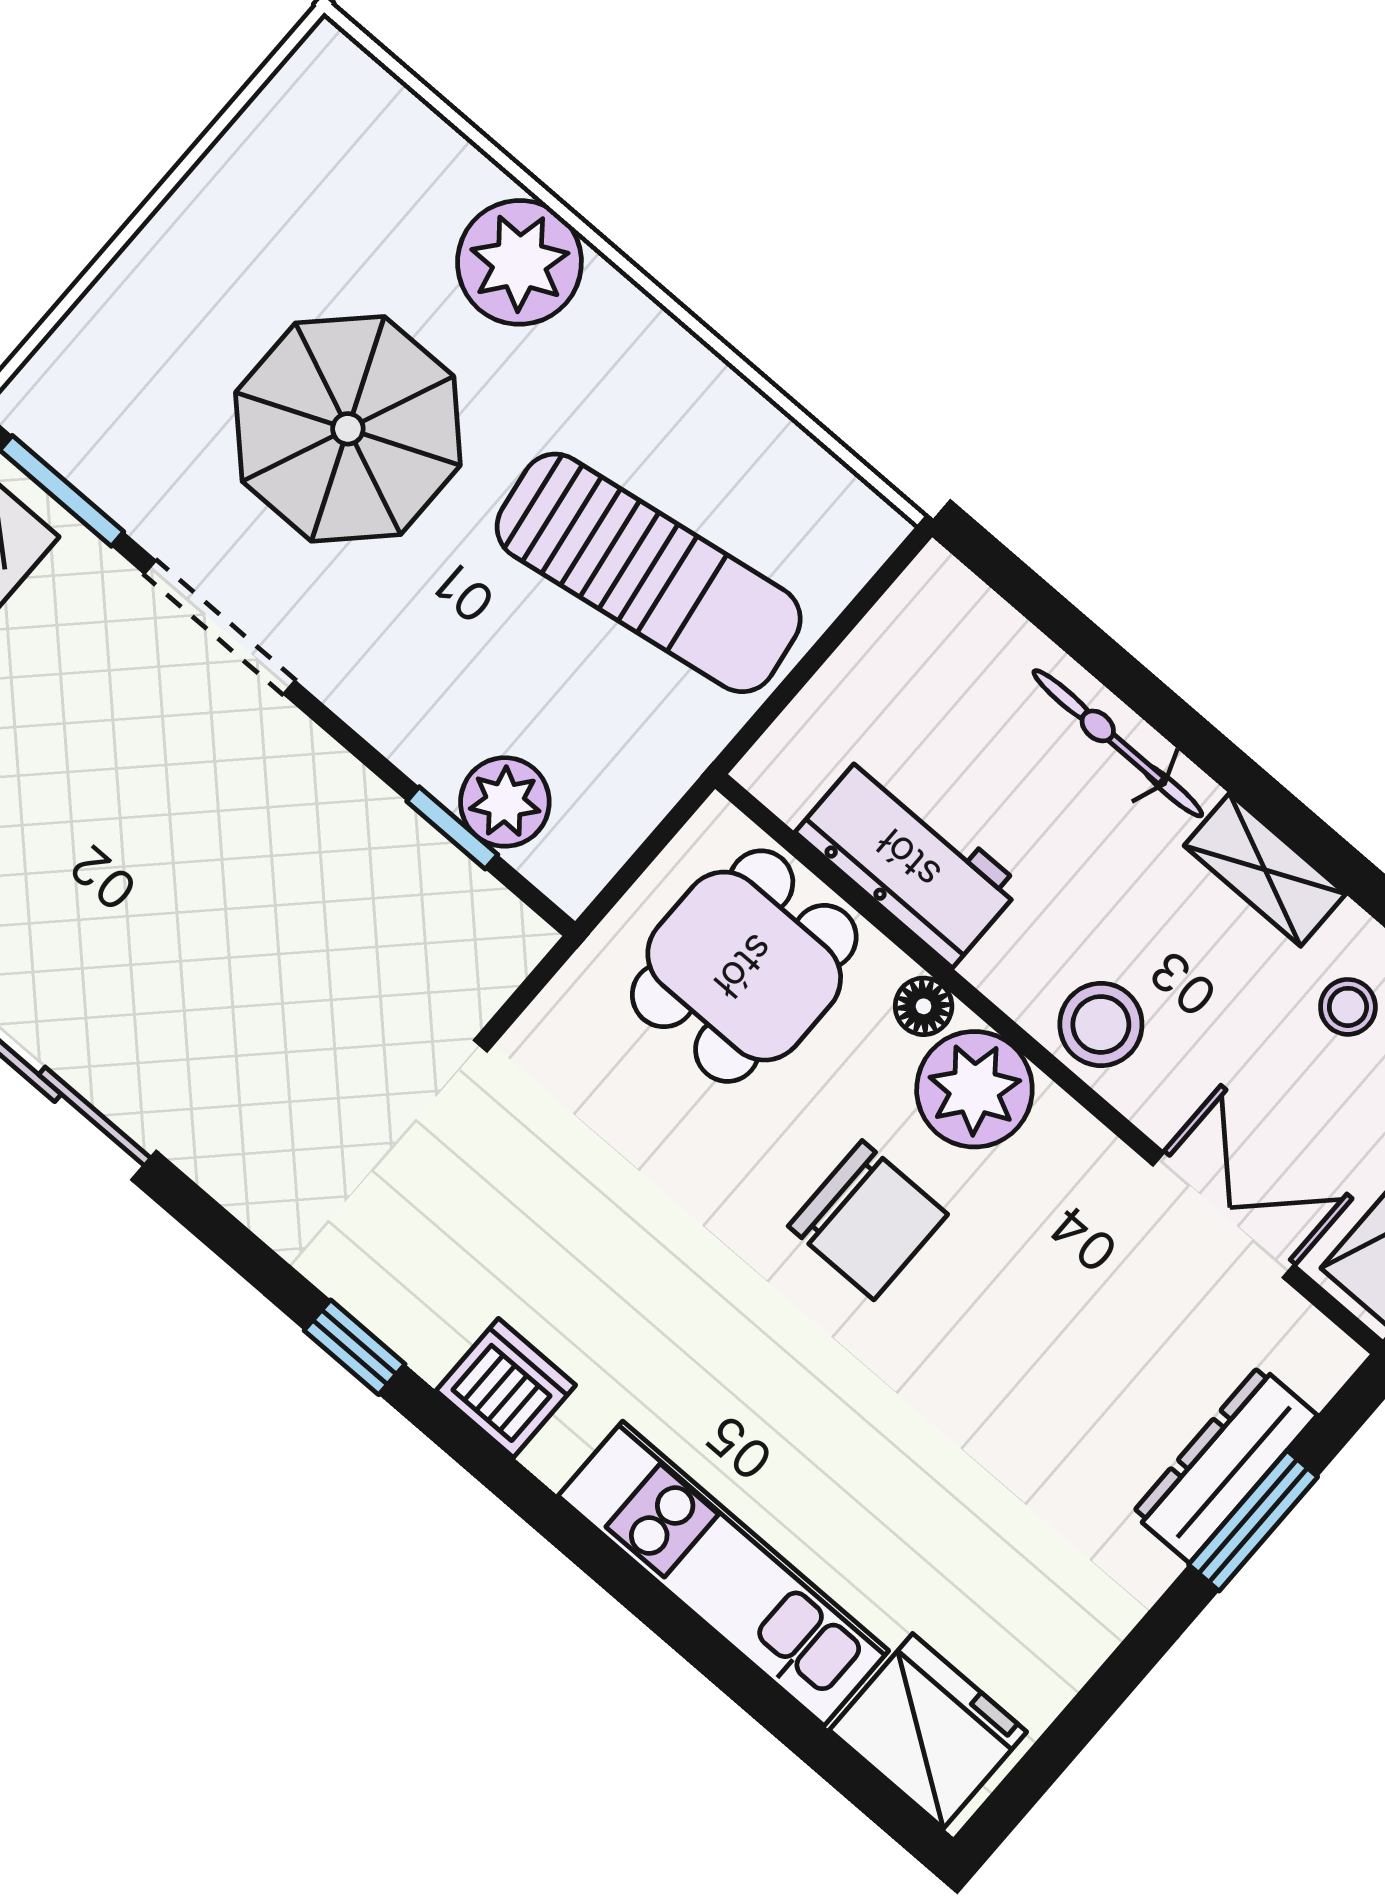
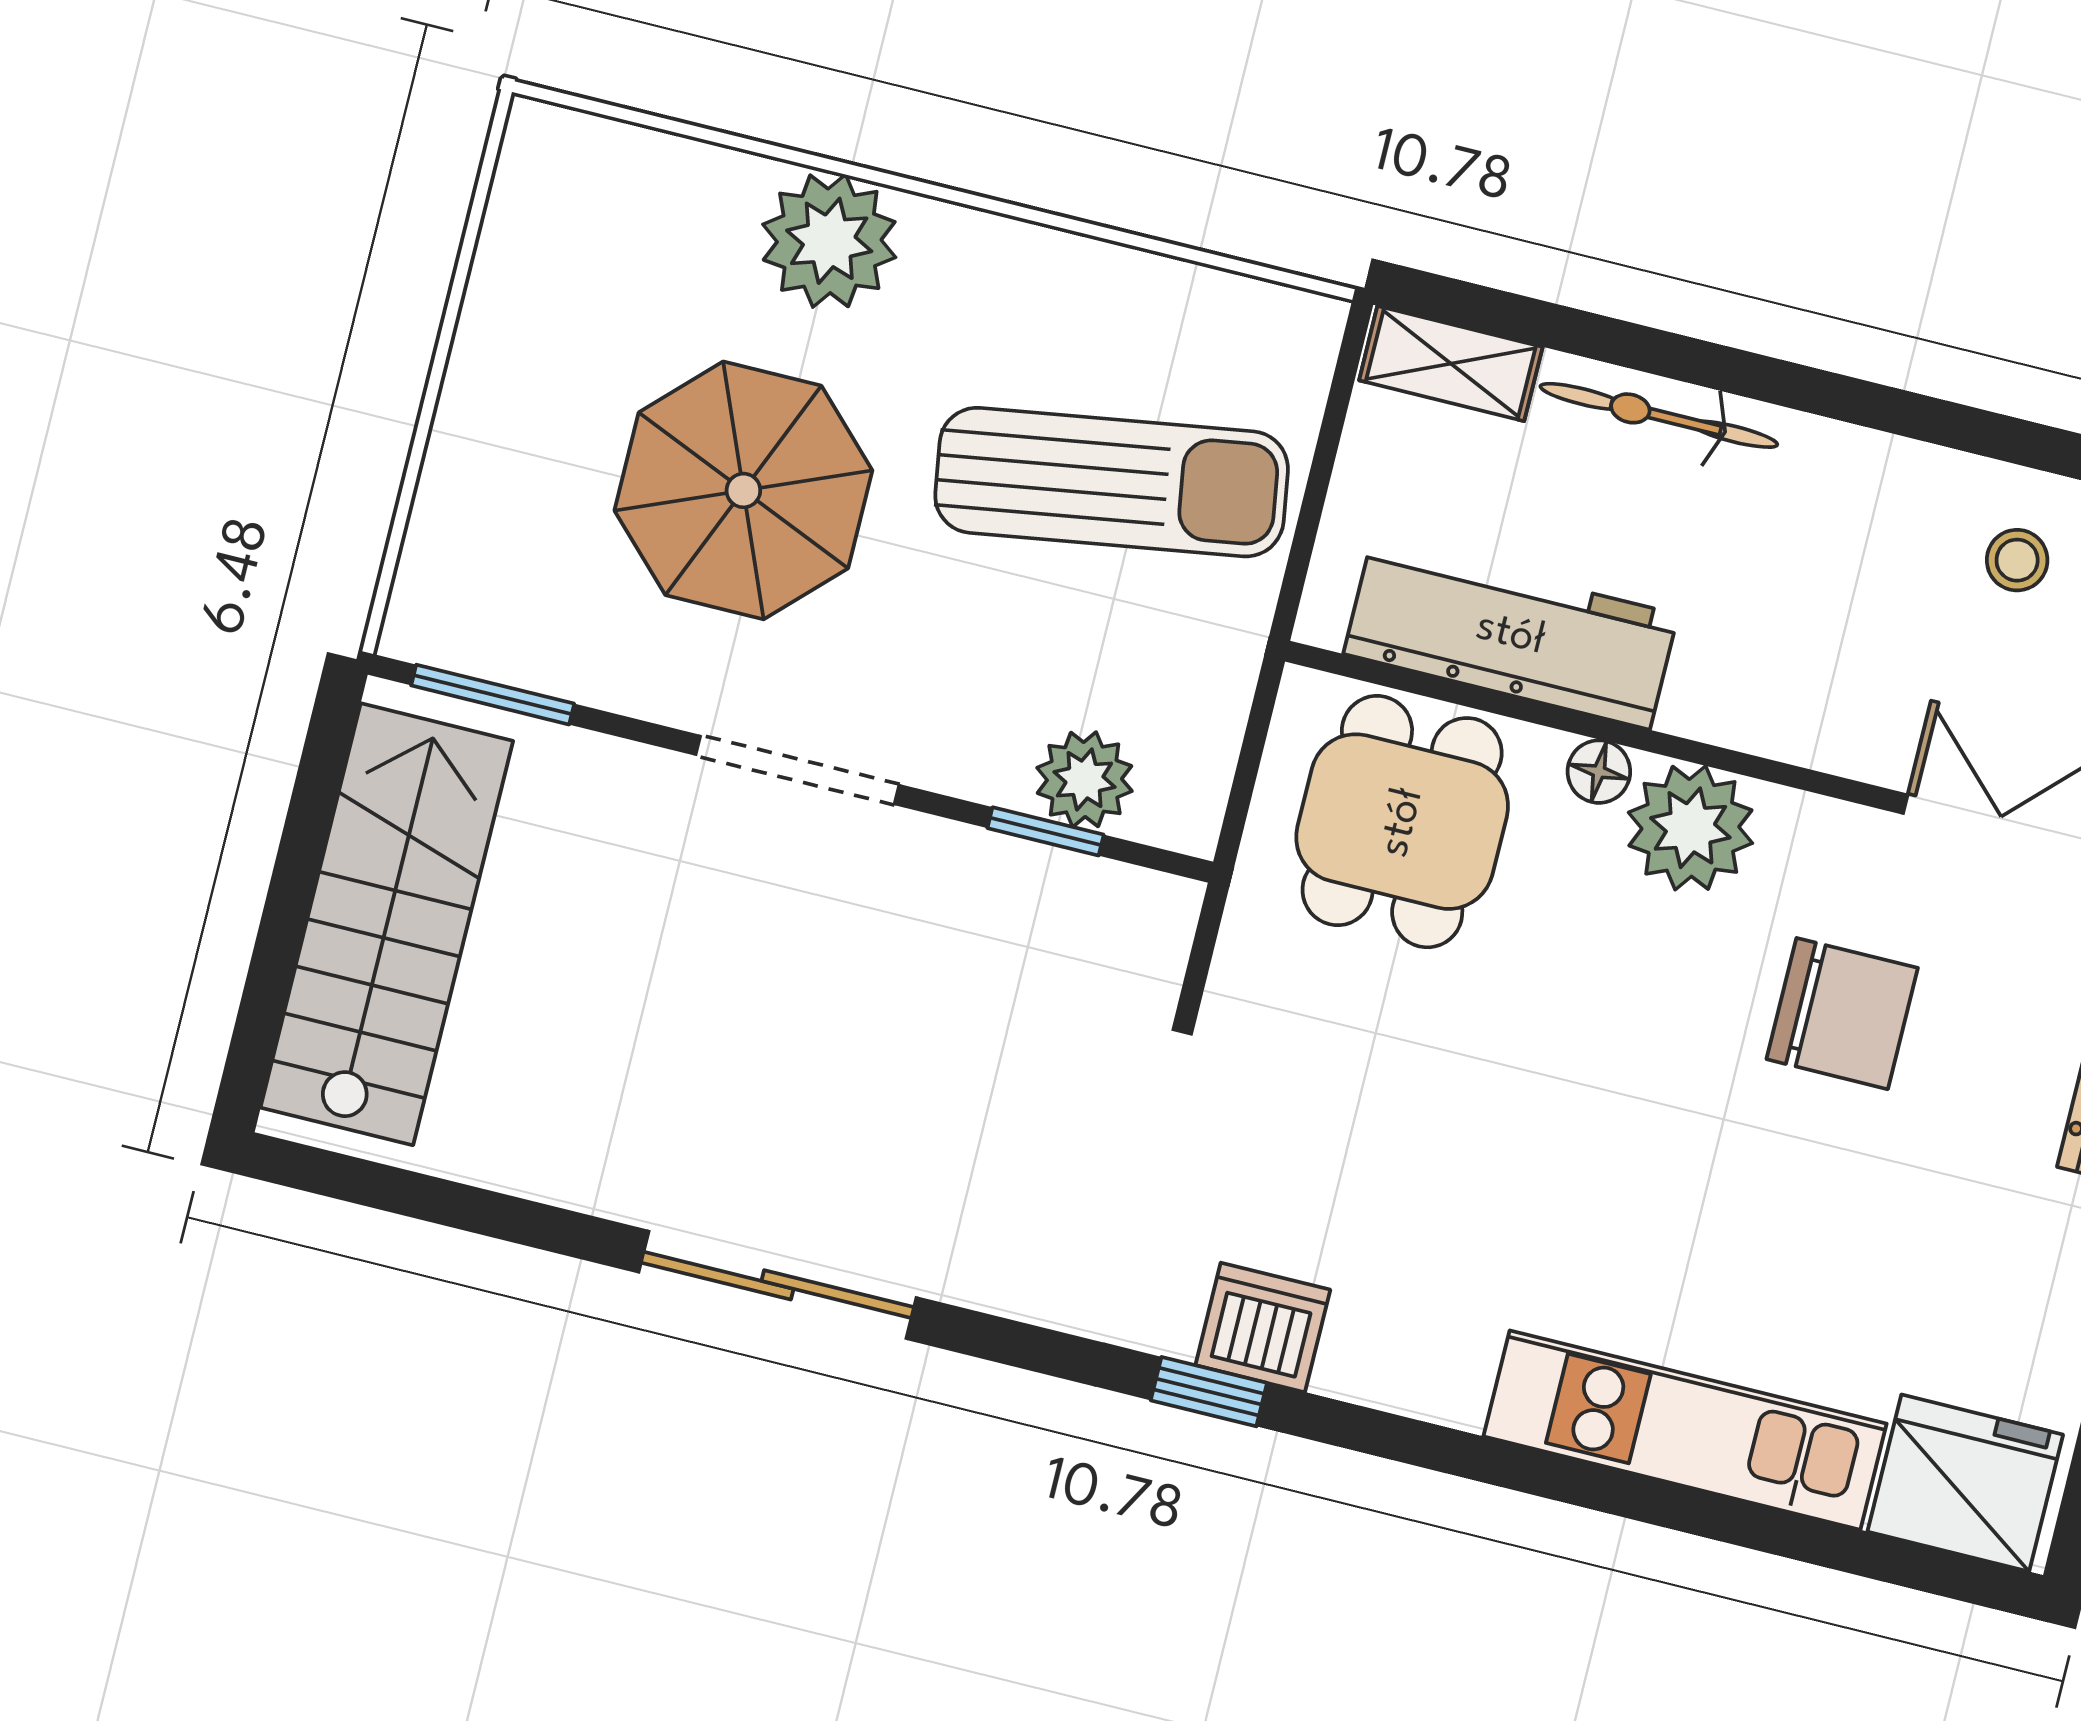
doorway: (220, 627) -> (797, 770), moved
workbench: (909, 859) -> (1511, 634), width x1.38
shelving: (1265, 870) -> (1451, 364), moved
stool: (1101, 1024) -> (1783, 701), removed
chair: (868, 1220) -> (1842, 1014), moved
dishwasher: (506, 1388) -> (1263, 1327), moved

